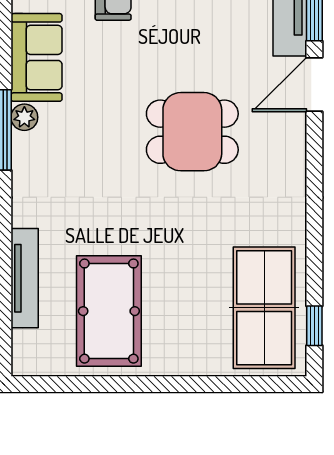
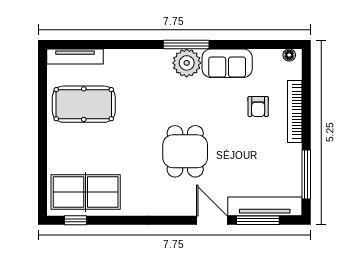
plant: (24, 117) -> (187, 63), width x1.88, depth x1.88
tv unit: (25, 278) -> (75, 56), moved

